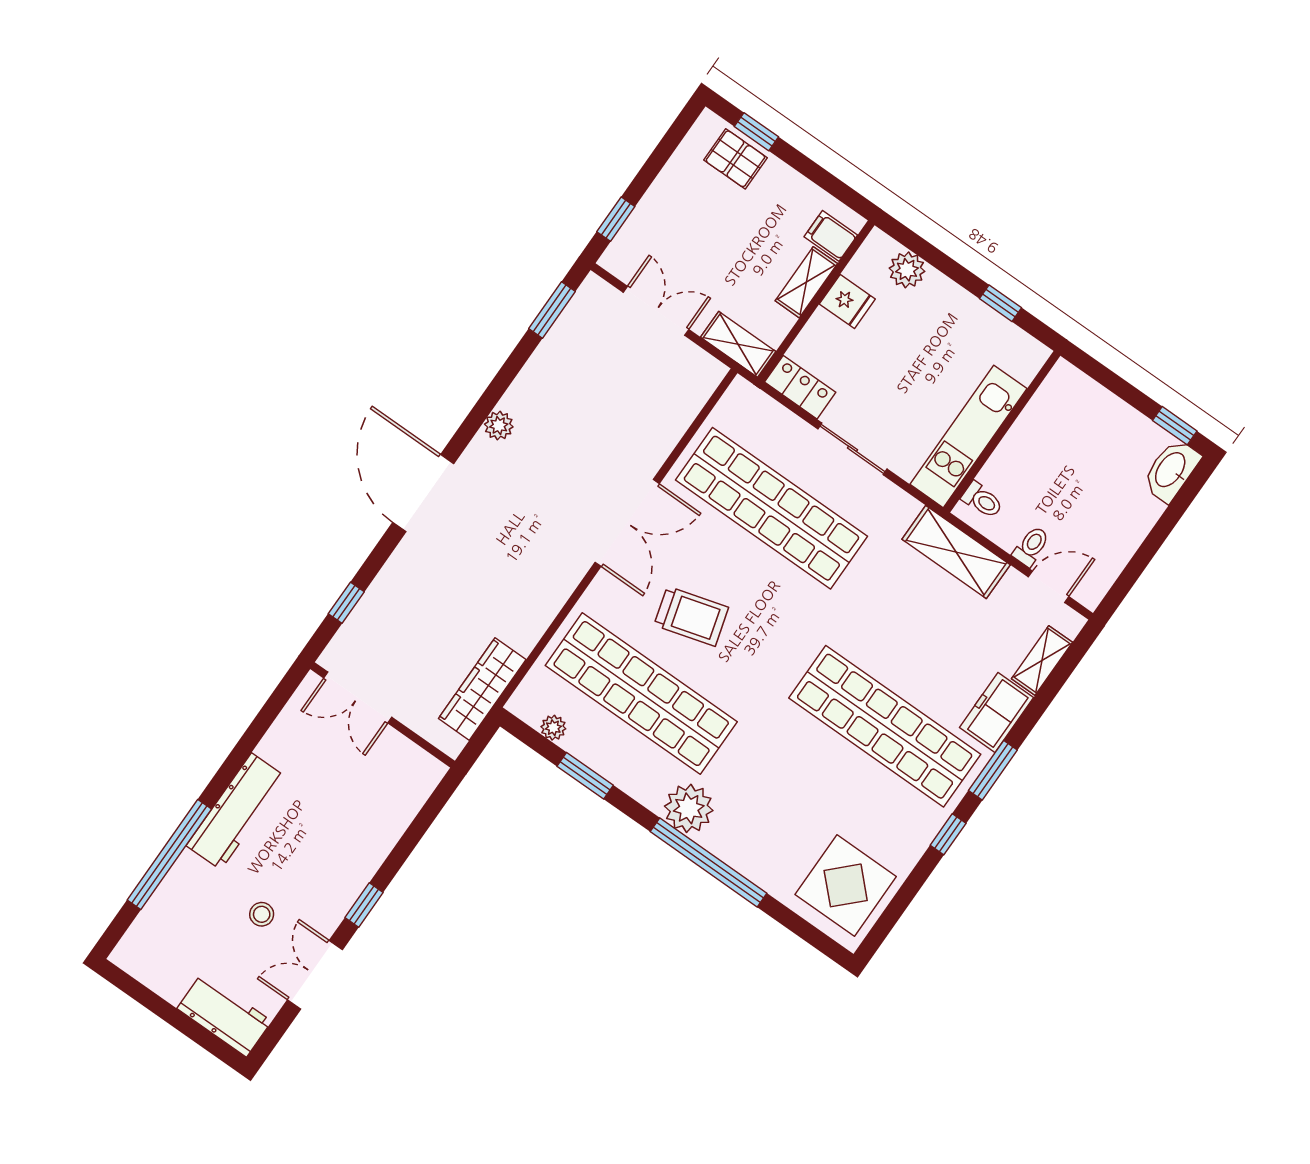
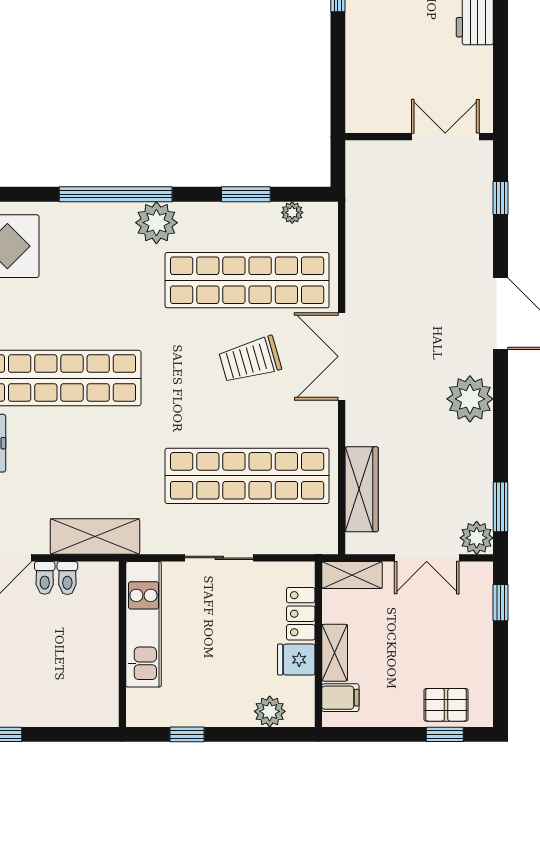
plant: (595, 297) -> (477, 538), added
locker: (800, 387) -> (301, 614), moved, turned 90
plant: (499, 425) -> (470, 399), width x1.87, depth x1.87
toilet: (982, 500) -> (67, 578), moved, turned -90
double door: (627, 523) -> (342, 356), moved
wardrobe: (482, 689) -> (362, 489), moved

